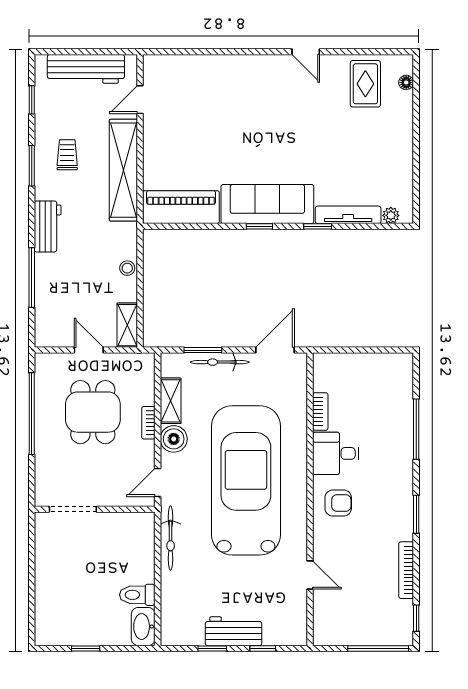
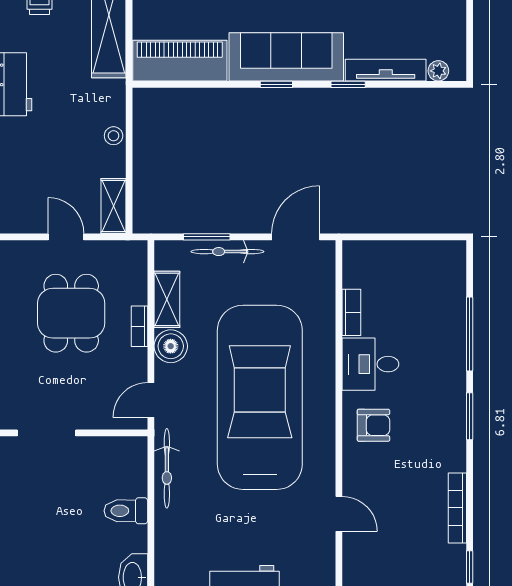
window: (416, 514) -> (470, 416), moved
toilet: (137, 595) -> (126, 511), moved

